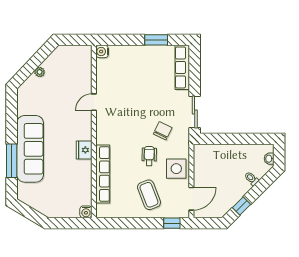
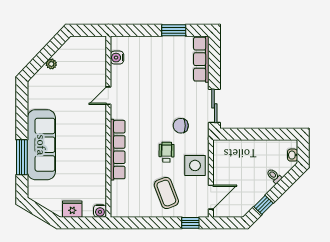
water cooler: (102, 51) -> (117, 58), moved
chair: (163, 131) -> (181, 126), turned -116
fridge: (84, 150) -> (72, 209), moved, turned 90
row of seats: (103, 174) -> (118, 150), moved

